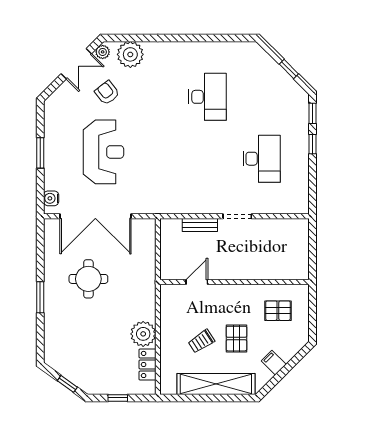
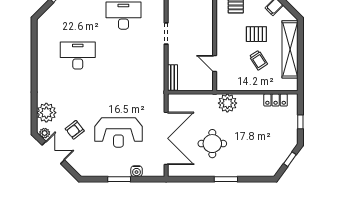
reception desk: (104, 152) -> (118, 132), turned 180
water cooler: (51, 198) -> (137, 171), moved
bench: (200, 225) -> (172, 77), moved
plant: (143, 334) -> (227, 103), moved

